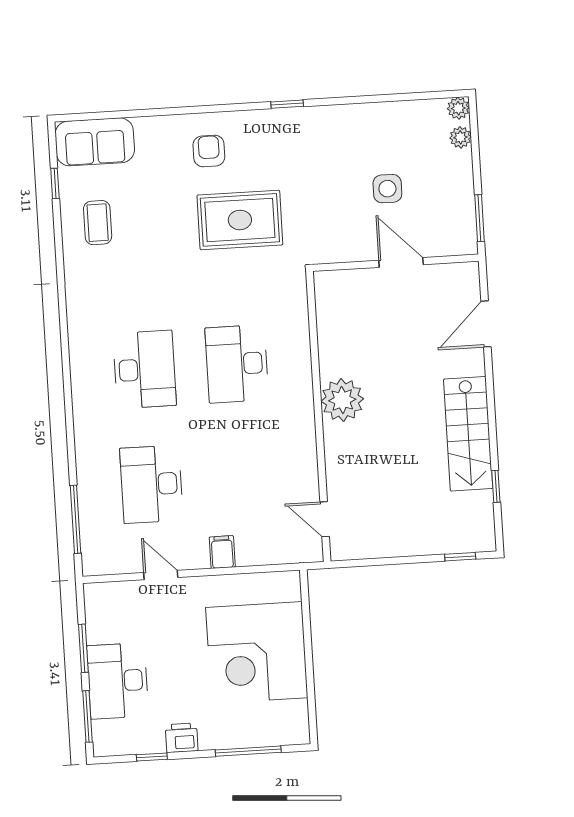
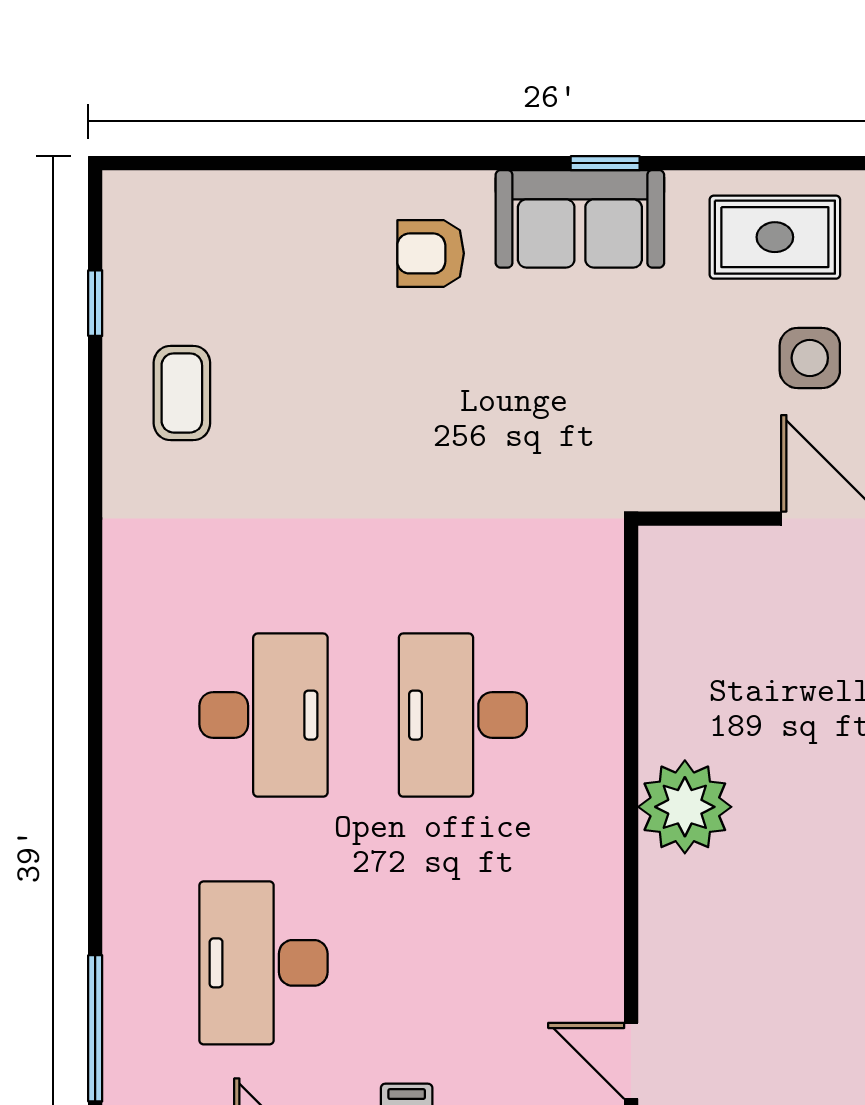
sofa: (95, 142) -> (580, 219), moved
armchair: (209, 151) -> (431, 253), turned -90
rug: (240, 220) -> (775, 237), moved, width x0.73, depth x0.70

